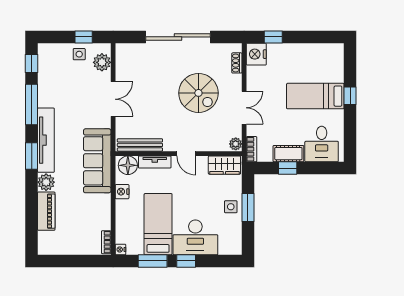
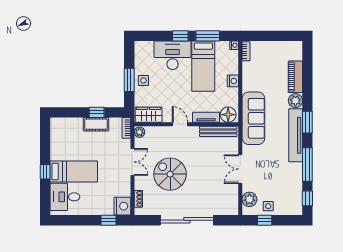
double door: (244, 108) -> (132, 162), swing flipped
desk: (322, 144) -> (65, 197), moved, turned -90
nightstand: (122, 192) -> (233, 81), moved

